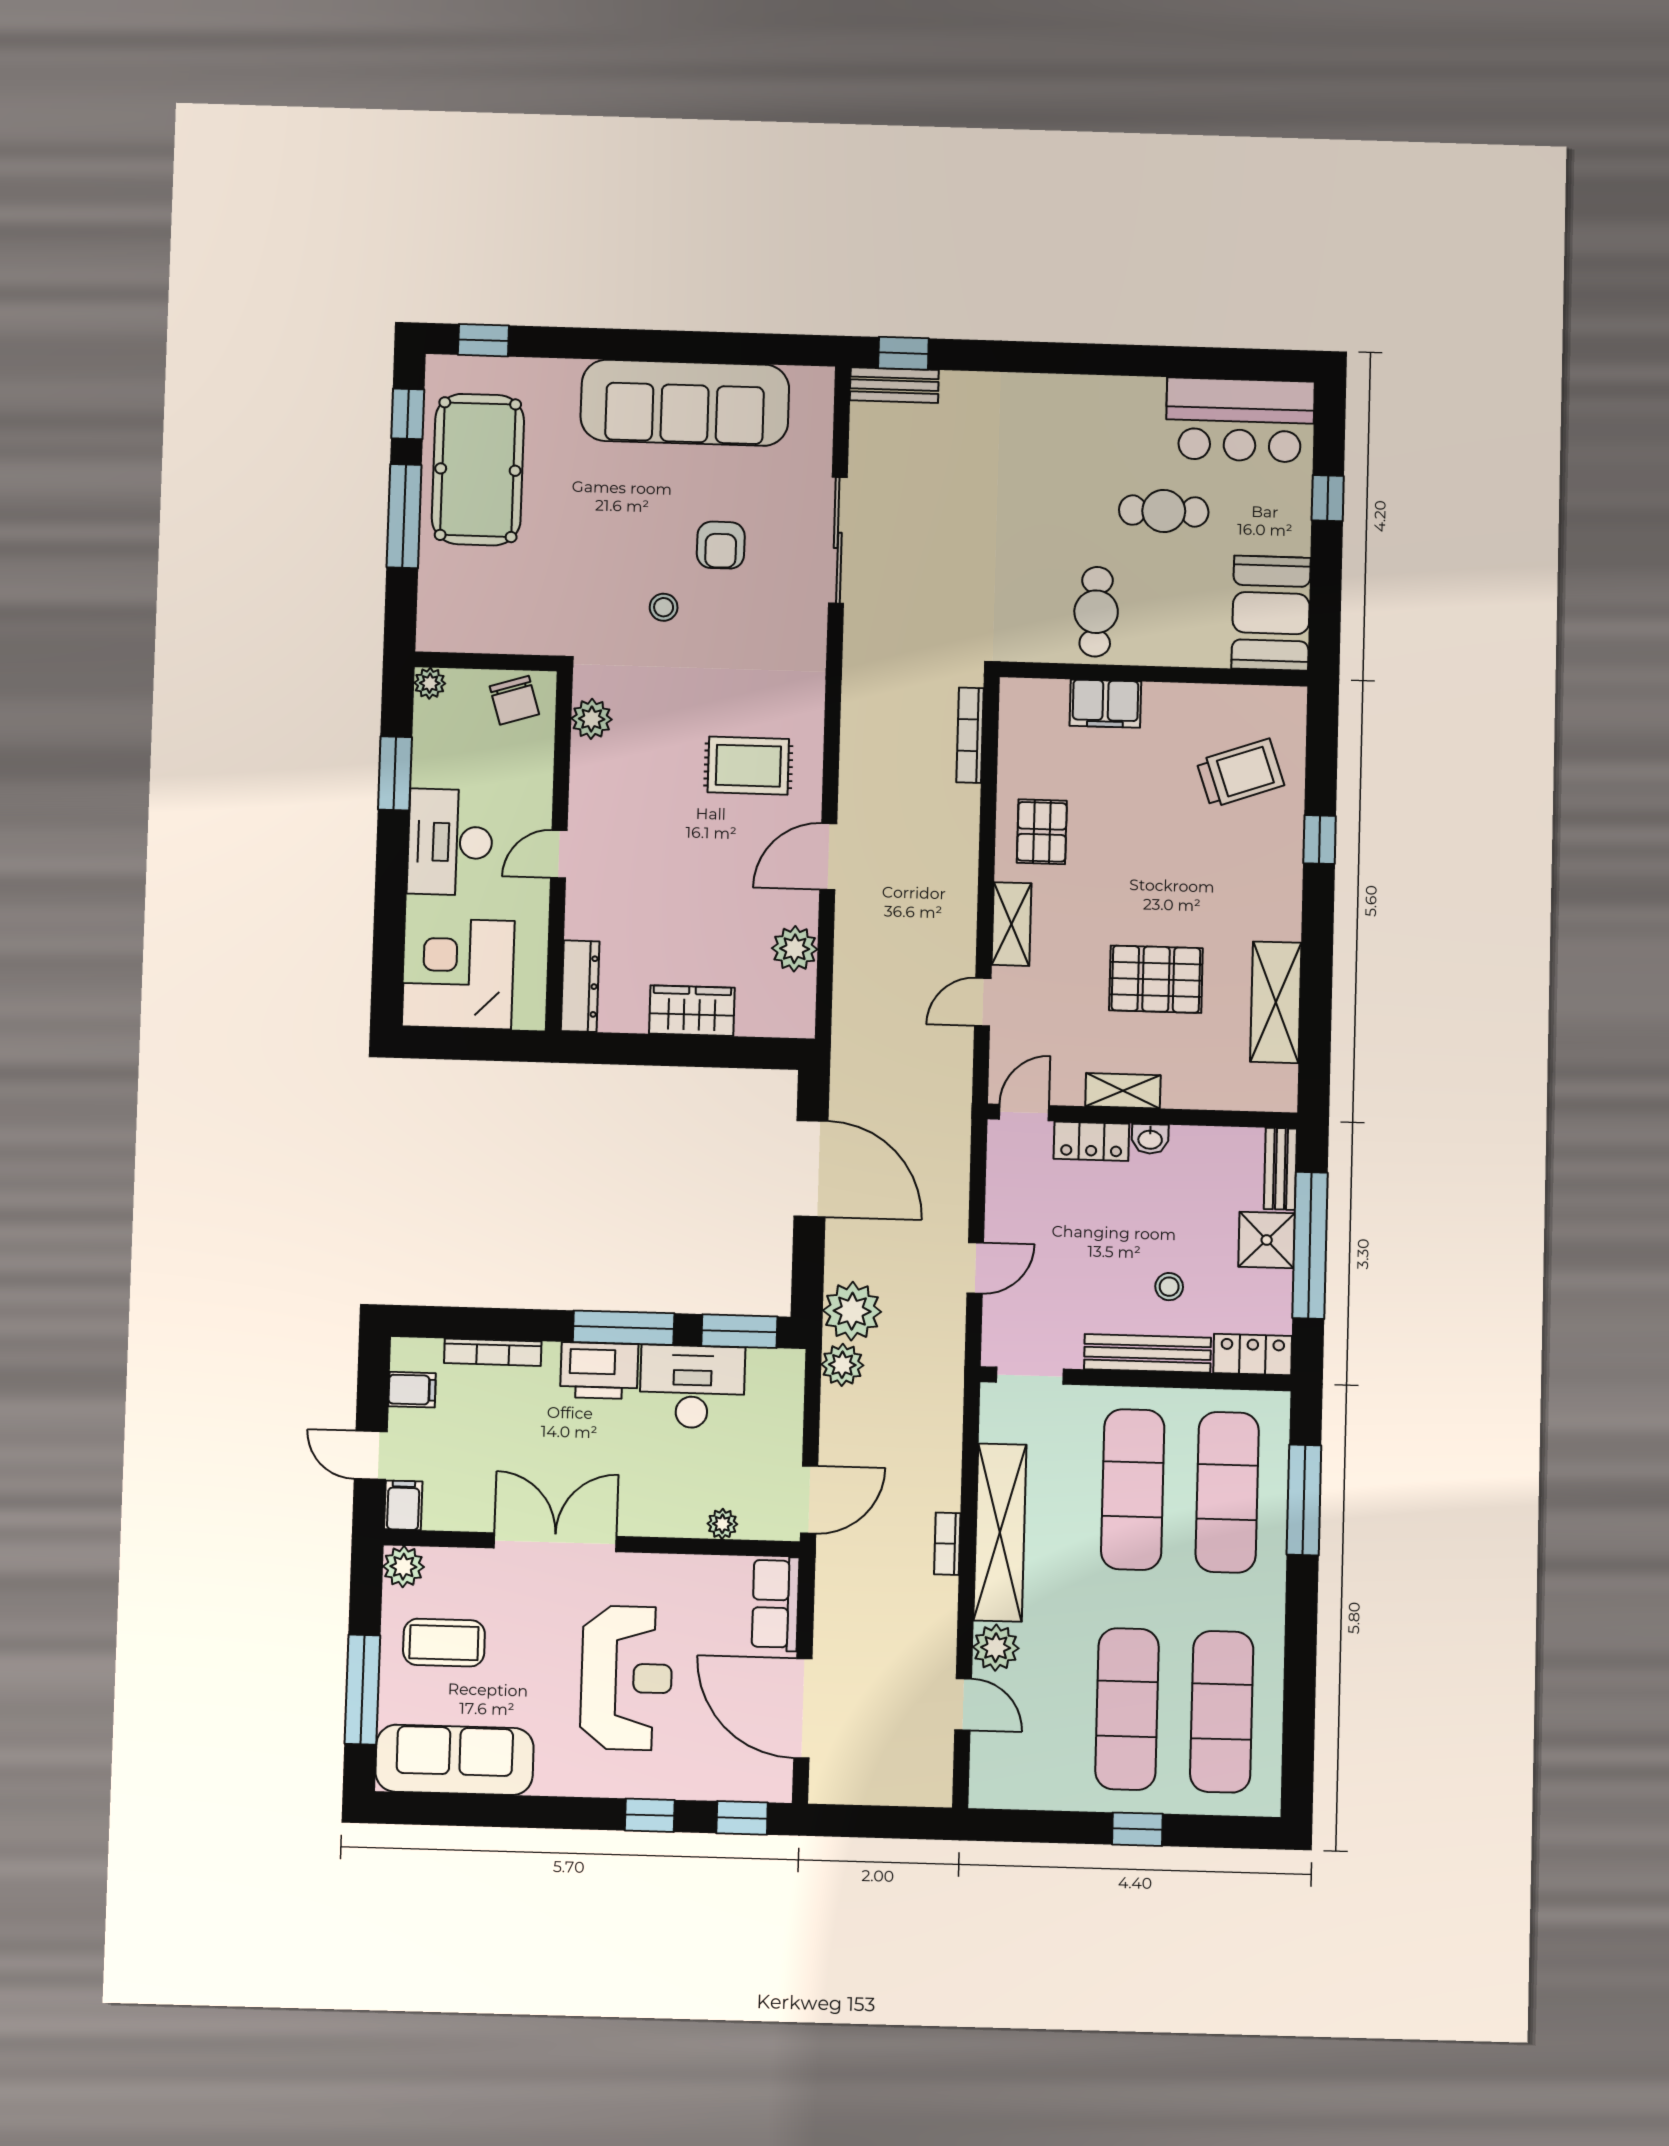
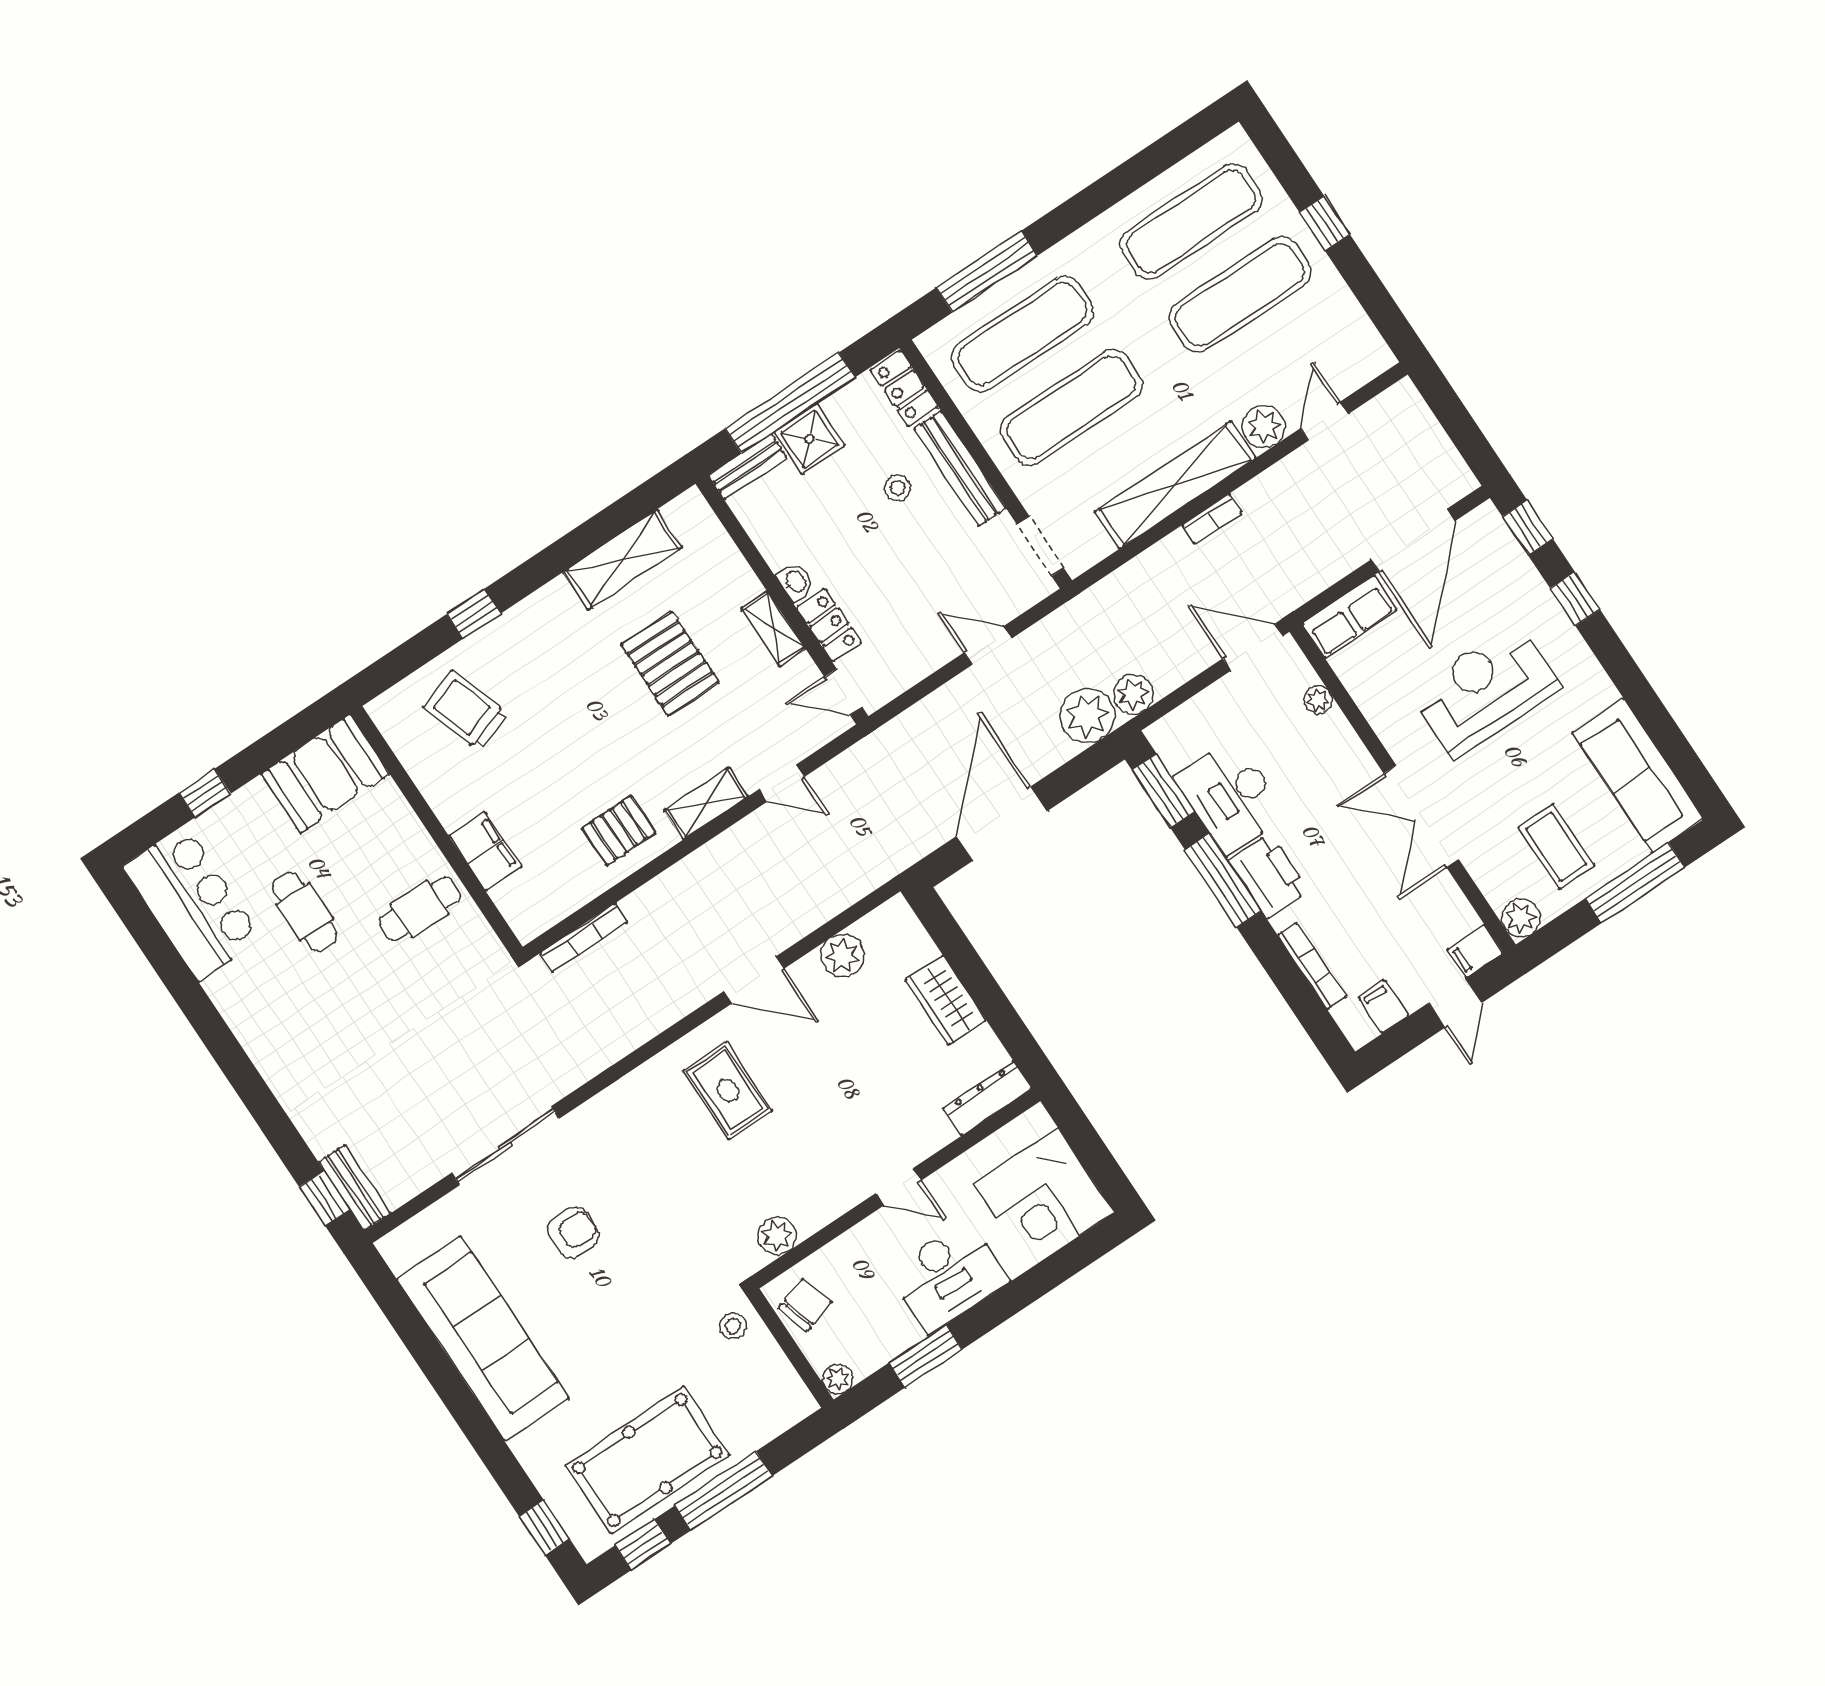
stool: (664, 607) -> (733, 1326), moved

